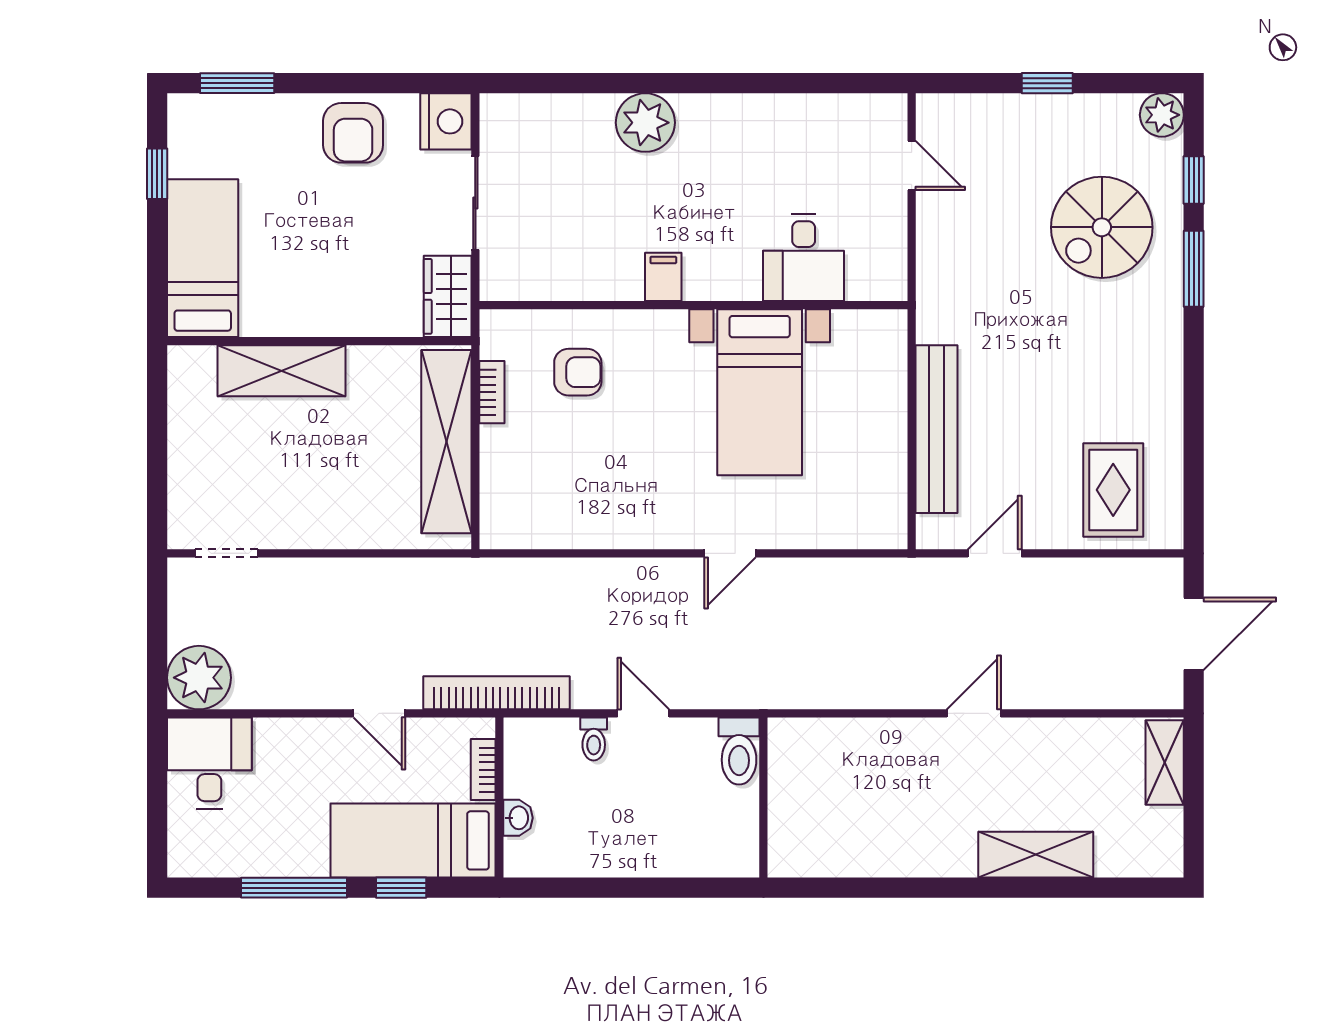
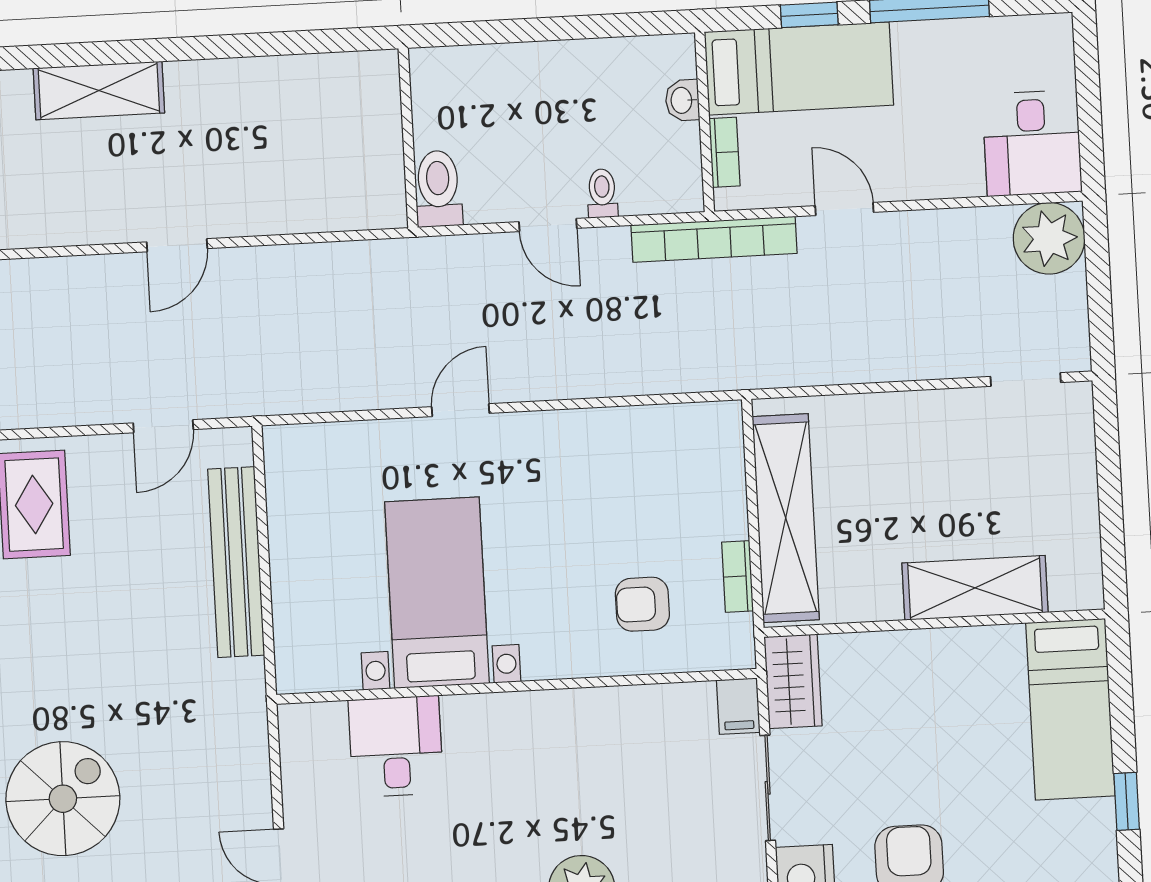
filing cabinet: (663, 277) -> (738, 706), moved

